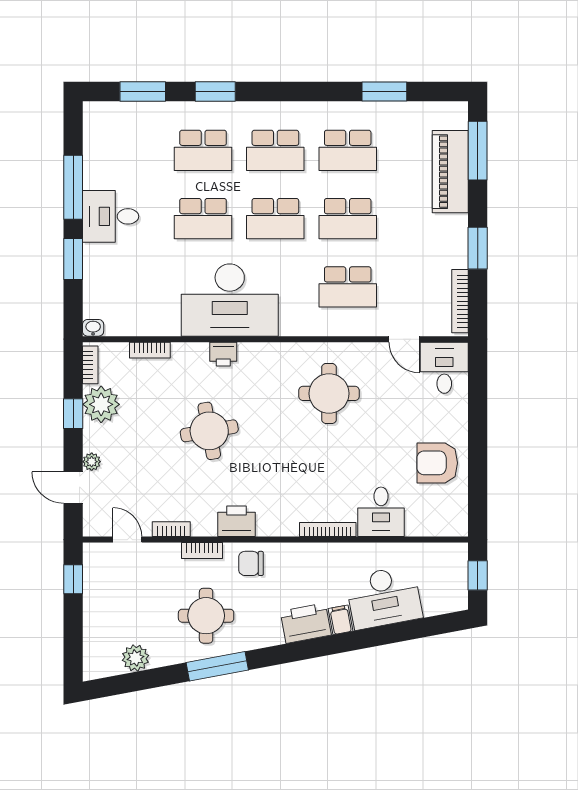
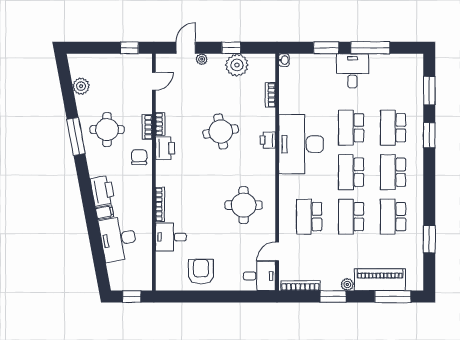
plant: (458, 225) -> (347, 284), added
bookcase: (90, 365) -> (261, 58), removed
bookcase: (171, 529) -> (160, 124), moved

